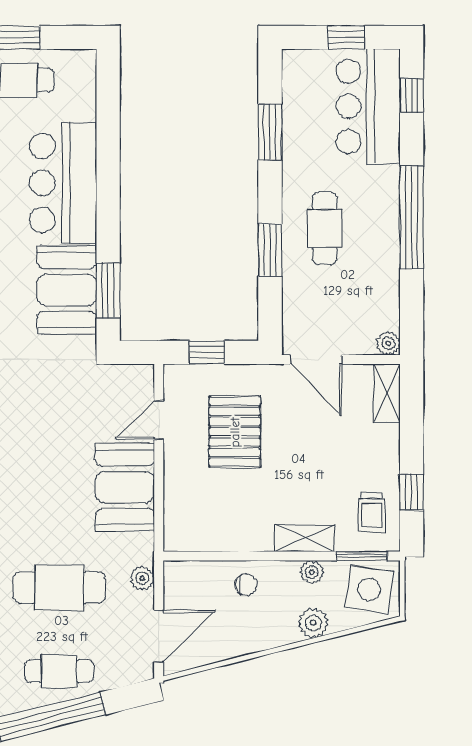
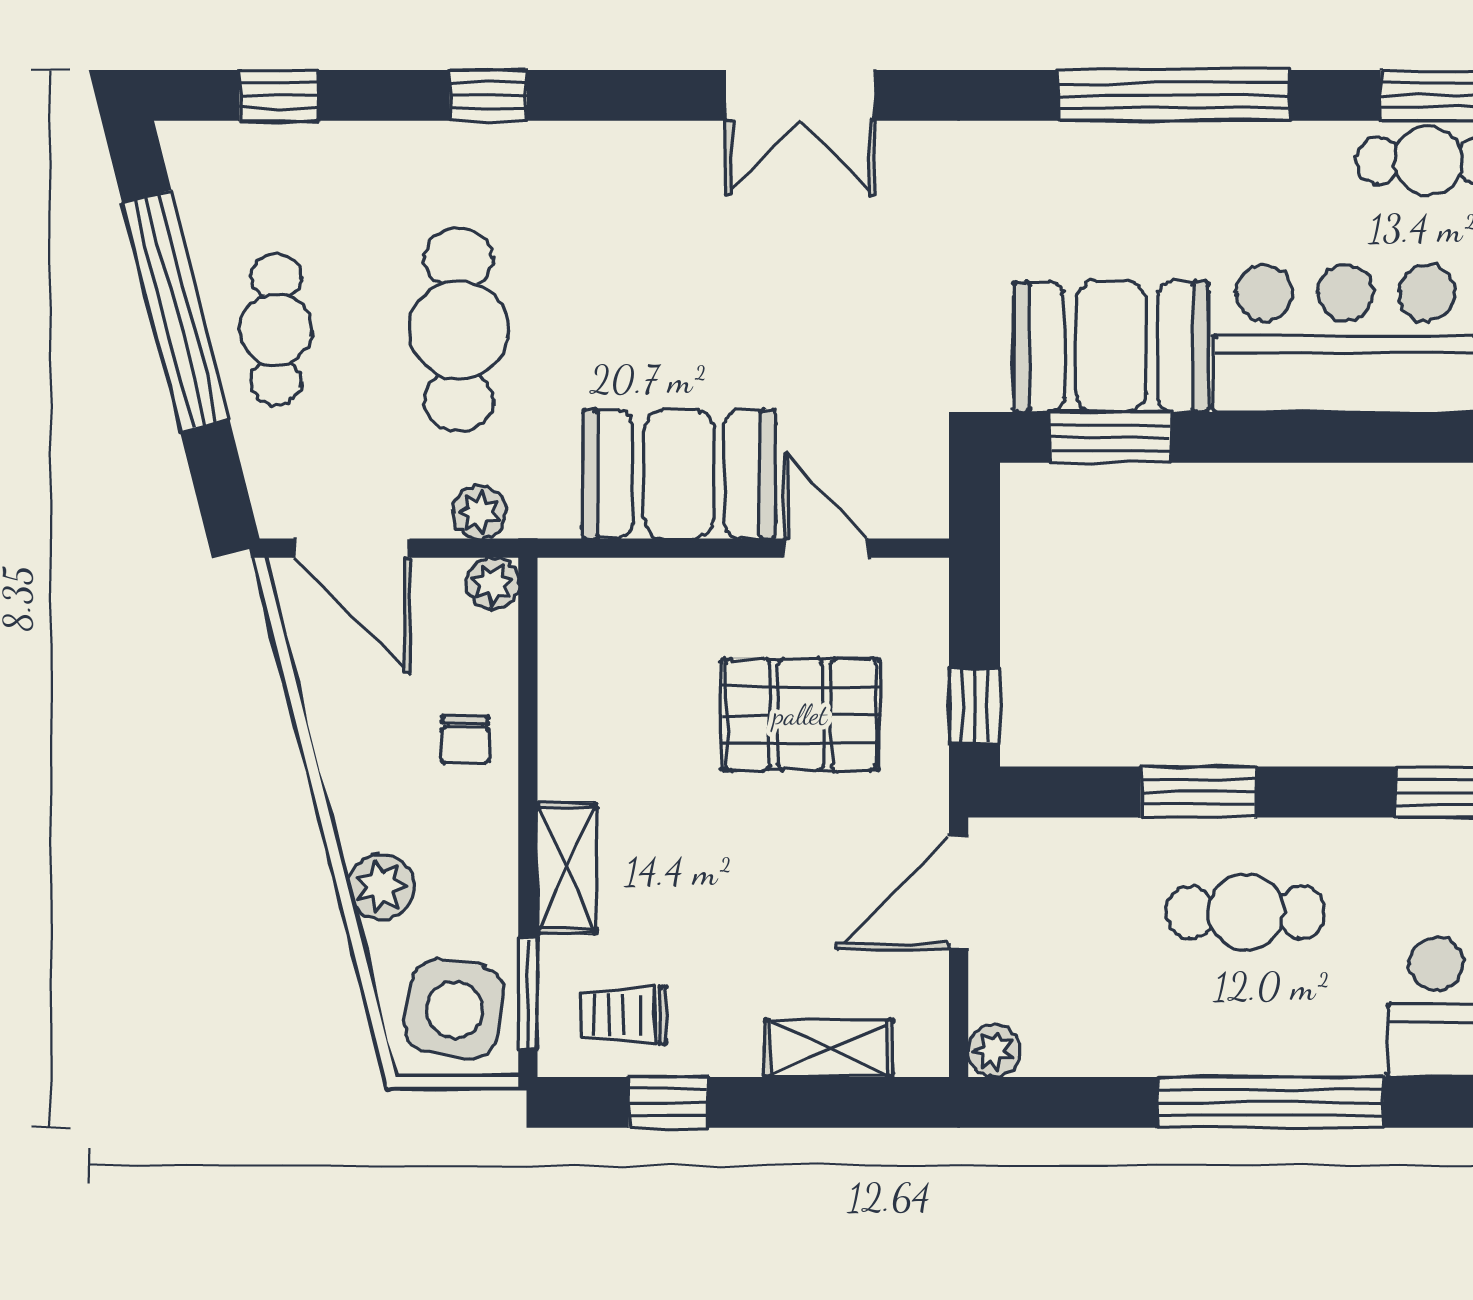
window: (207, 352) -> (974, 706), moved
shelving: (387, 393) -> (829, 1048), moved
plant: (312, 572) -> (493, 584), moved

